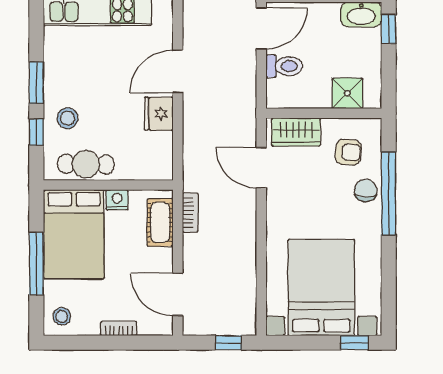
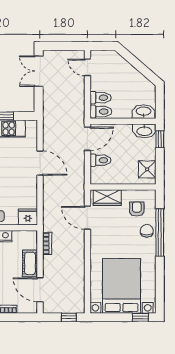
door: (178, 71) -> (40, 163), swing flipped
shower: (347, 93) -> (147, 169), moved
fridge: (159, 114) -> (28, 217), moved, turned 90
armchair: (348, 152) -> (137, 209), turned -95
cot: (160, 222) -> (30, 263), moved

